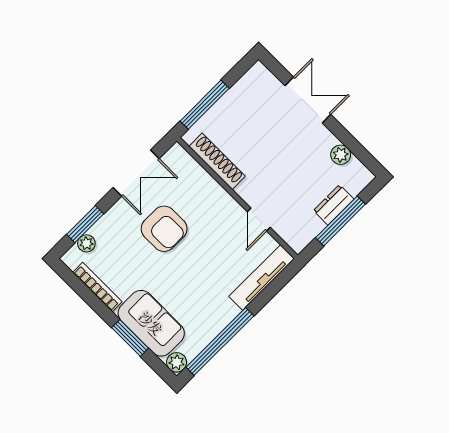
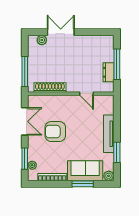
plant: (341, 155) -> (42, 40), moved
dresser: (334, 205) -> (108, 72), moved
armchair: (164, 229) -> (55, 132), turned 180
tv unit: (262, 278) -> (109, 134), moved
window: (220, 342) -> (117, 152), width x0.47

